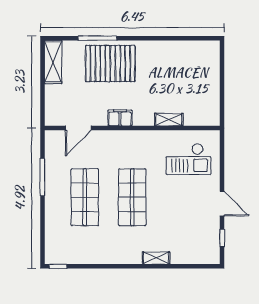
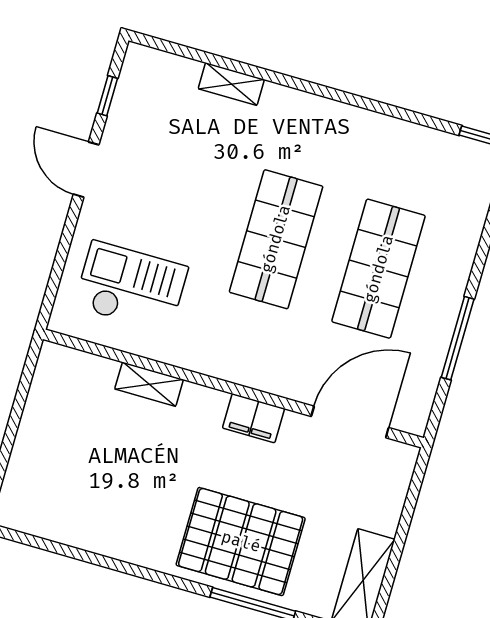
door: (78, 128) -> (350, 422), width x1.36
shelving: (156, 258) -> (231, 84), moved

